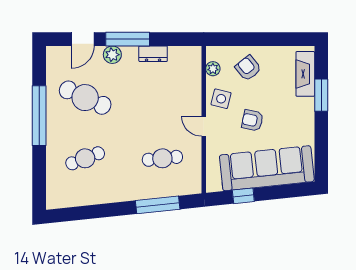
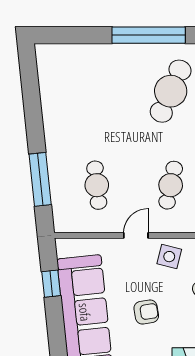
armchair: (252, 120) -> (146, 312), moved, turned 69
cafe table: (85, 158) -> (171, 185), moved, turned 33

